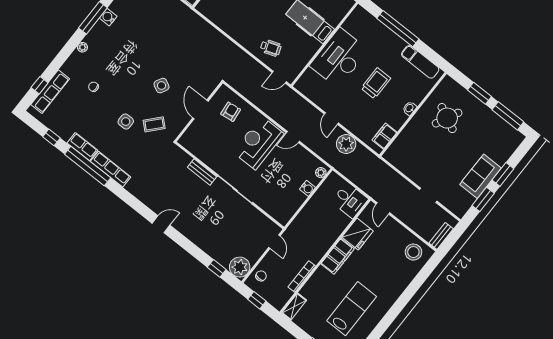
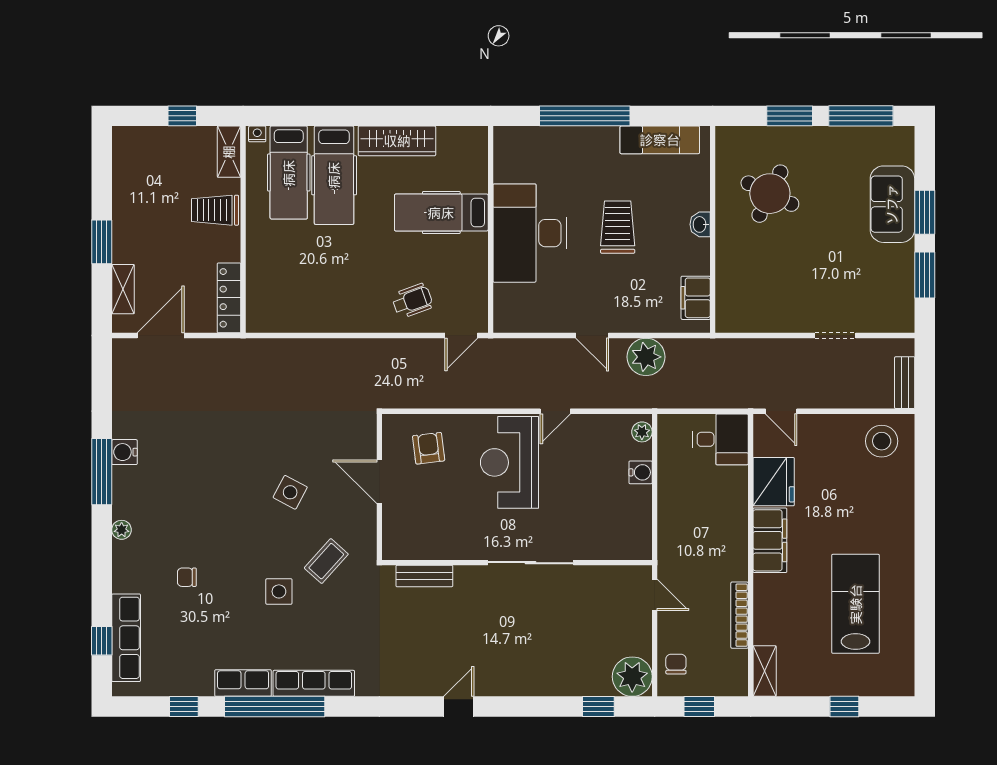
bench: (202, 172) -> (424, 576), moved
sofa: (480, 176) -> (892, 204), moved

